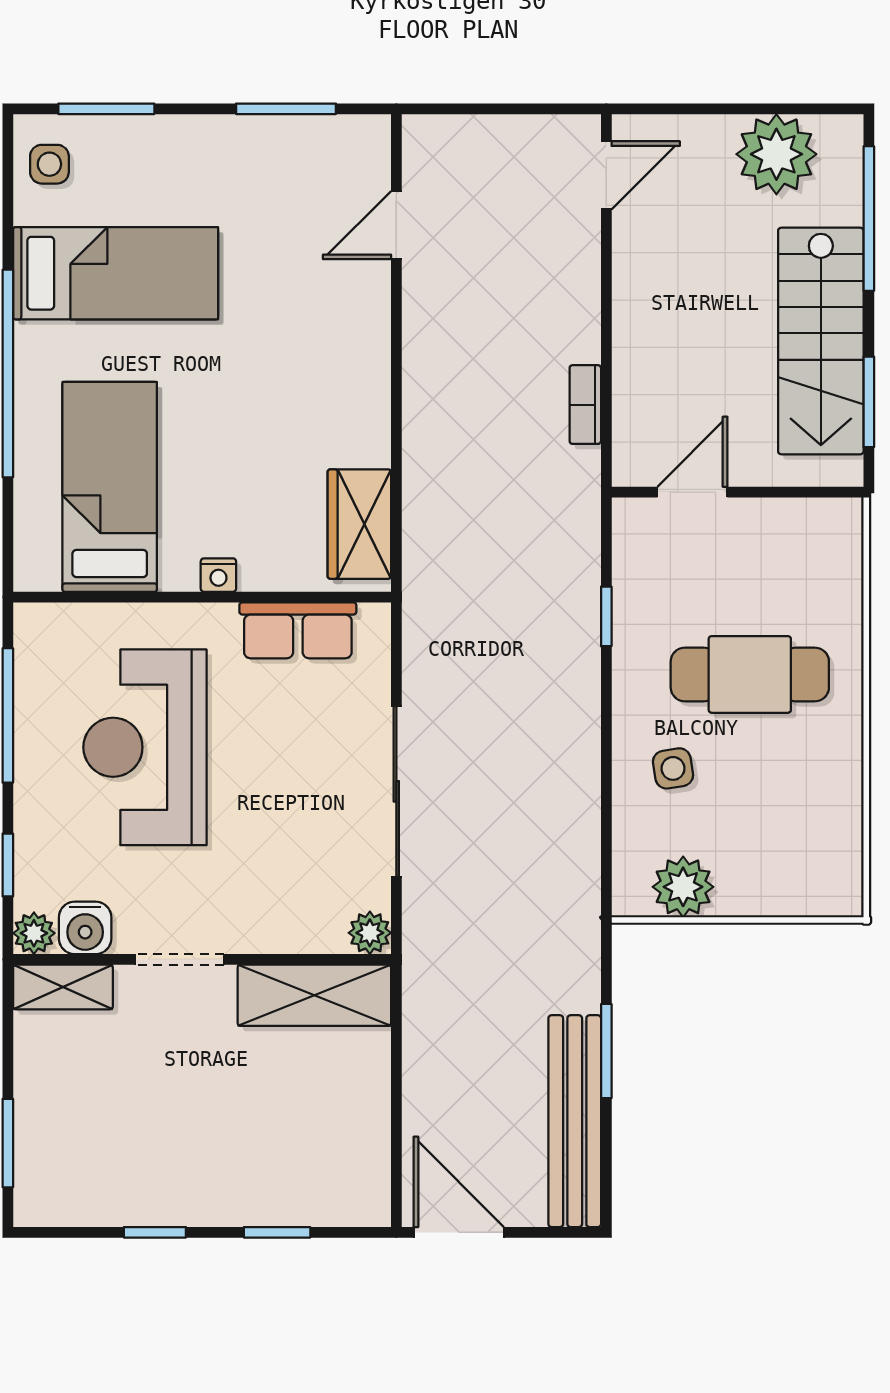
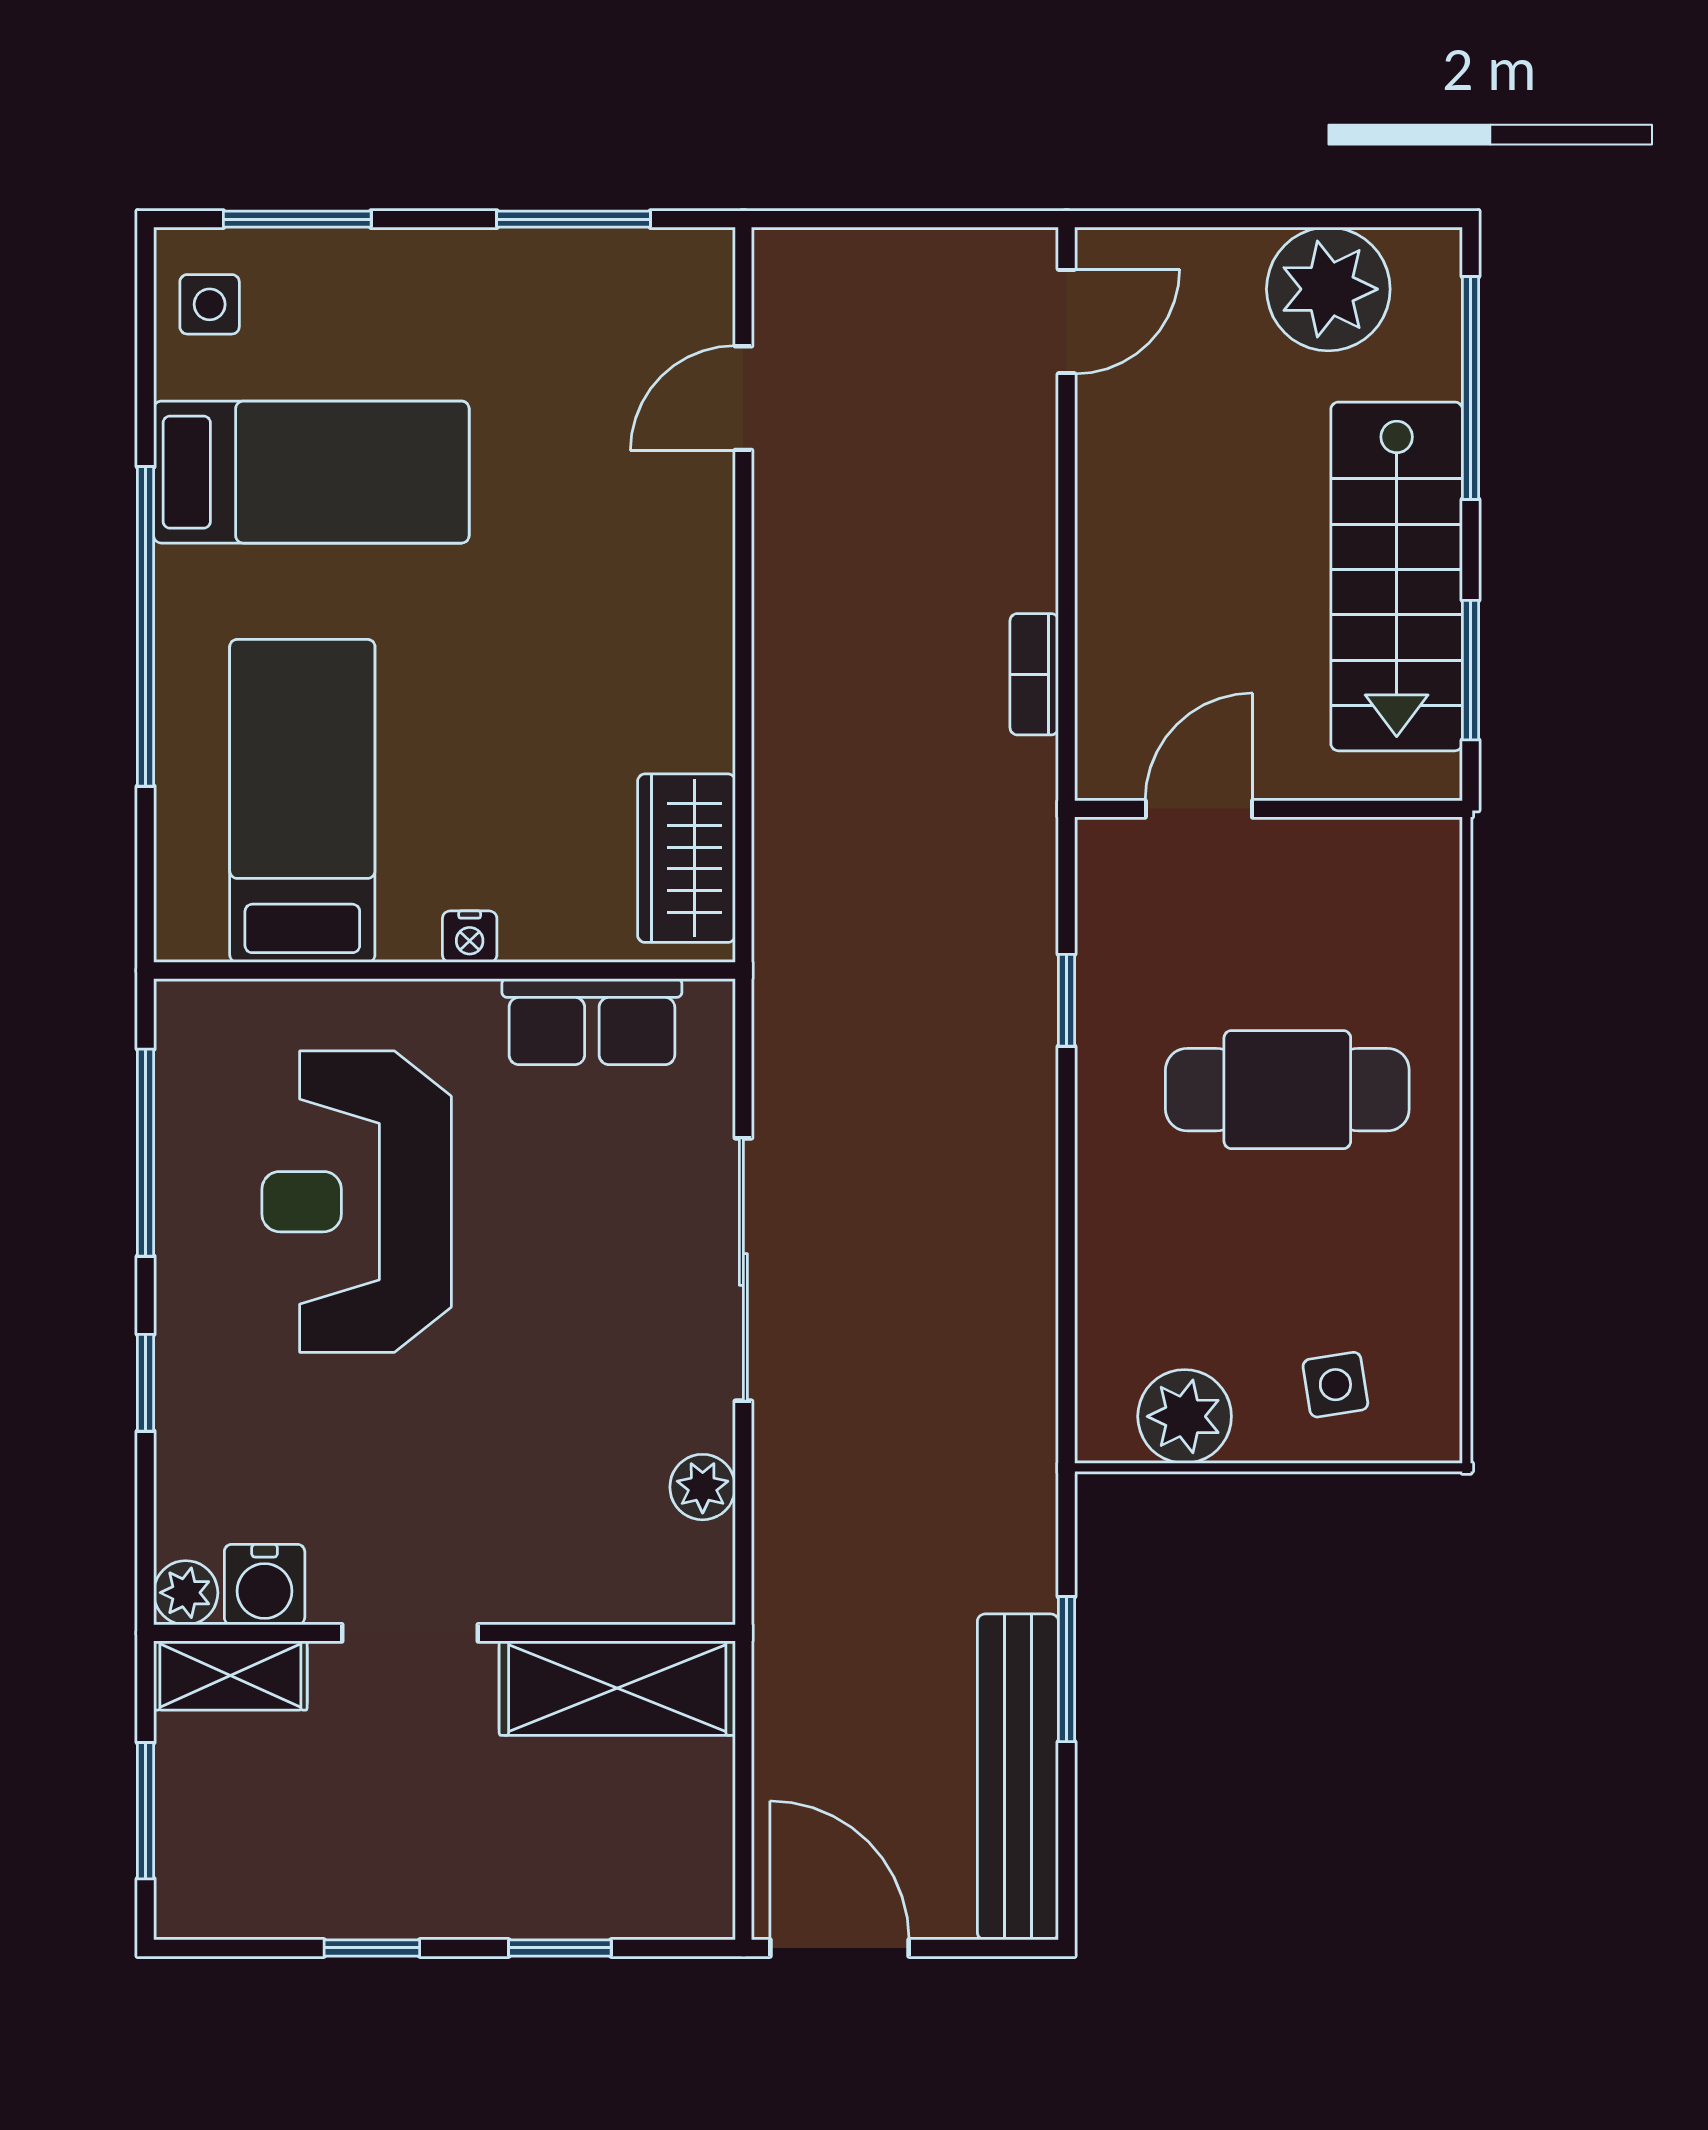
side table: (673, 768) -> (1335, 1385), moved
water cooler: (85, 928) -> (265, 1585), moved
plant: (34, 933) -> (186, 1593), moved
doorway: (180, 959) -> (410, 1633), moved
wall: (202, 959) -> (444, 1633), moved
shelving: (63, 987) -> (230, 1676), moved
shelving: (314, 995) -> (617, 1688), moved

